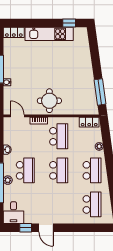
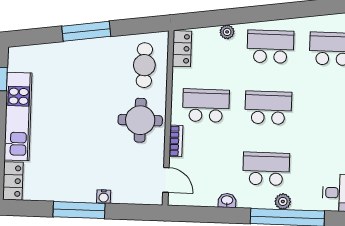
window: (100, 92) -> (86, 31), moved
cafe table: (79, 102) -> (144, 65), added
door: (17, 116) -> (166, 180), swing flipped

